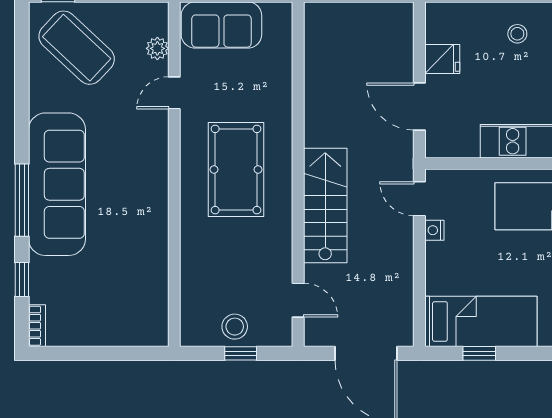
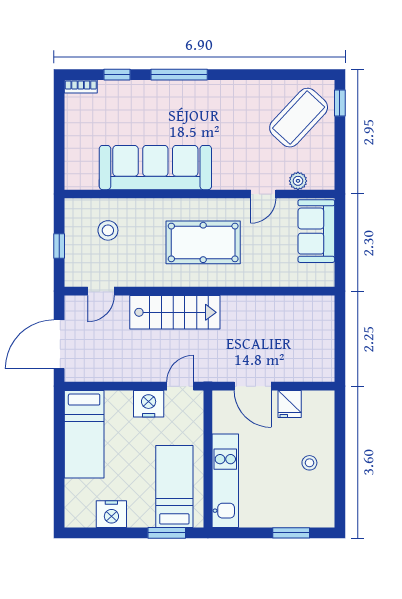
door: (174, 93) -> (263, 194), swing flipped
door: (419, 106) -> (253, 386), swing flipped
sofa: (57, 184) -> (155, 168), moved, turned 180
nightstand: (434, 230) -> (149, 404), width x1.89, depth x1.79
stool: (235, 327) -> (108, 230), moved
window: (479, 353) -> (59, 433), removed

